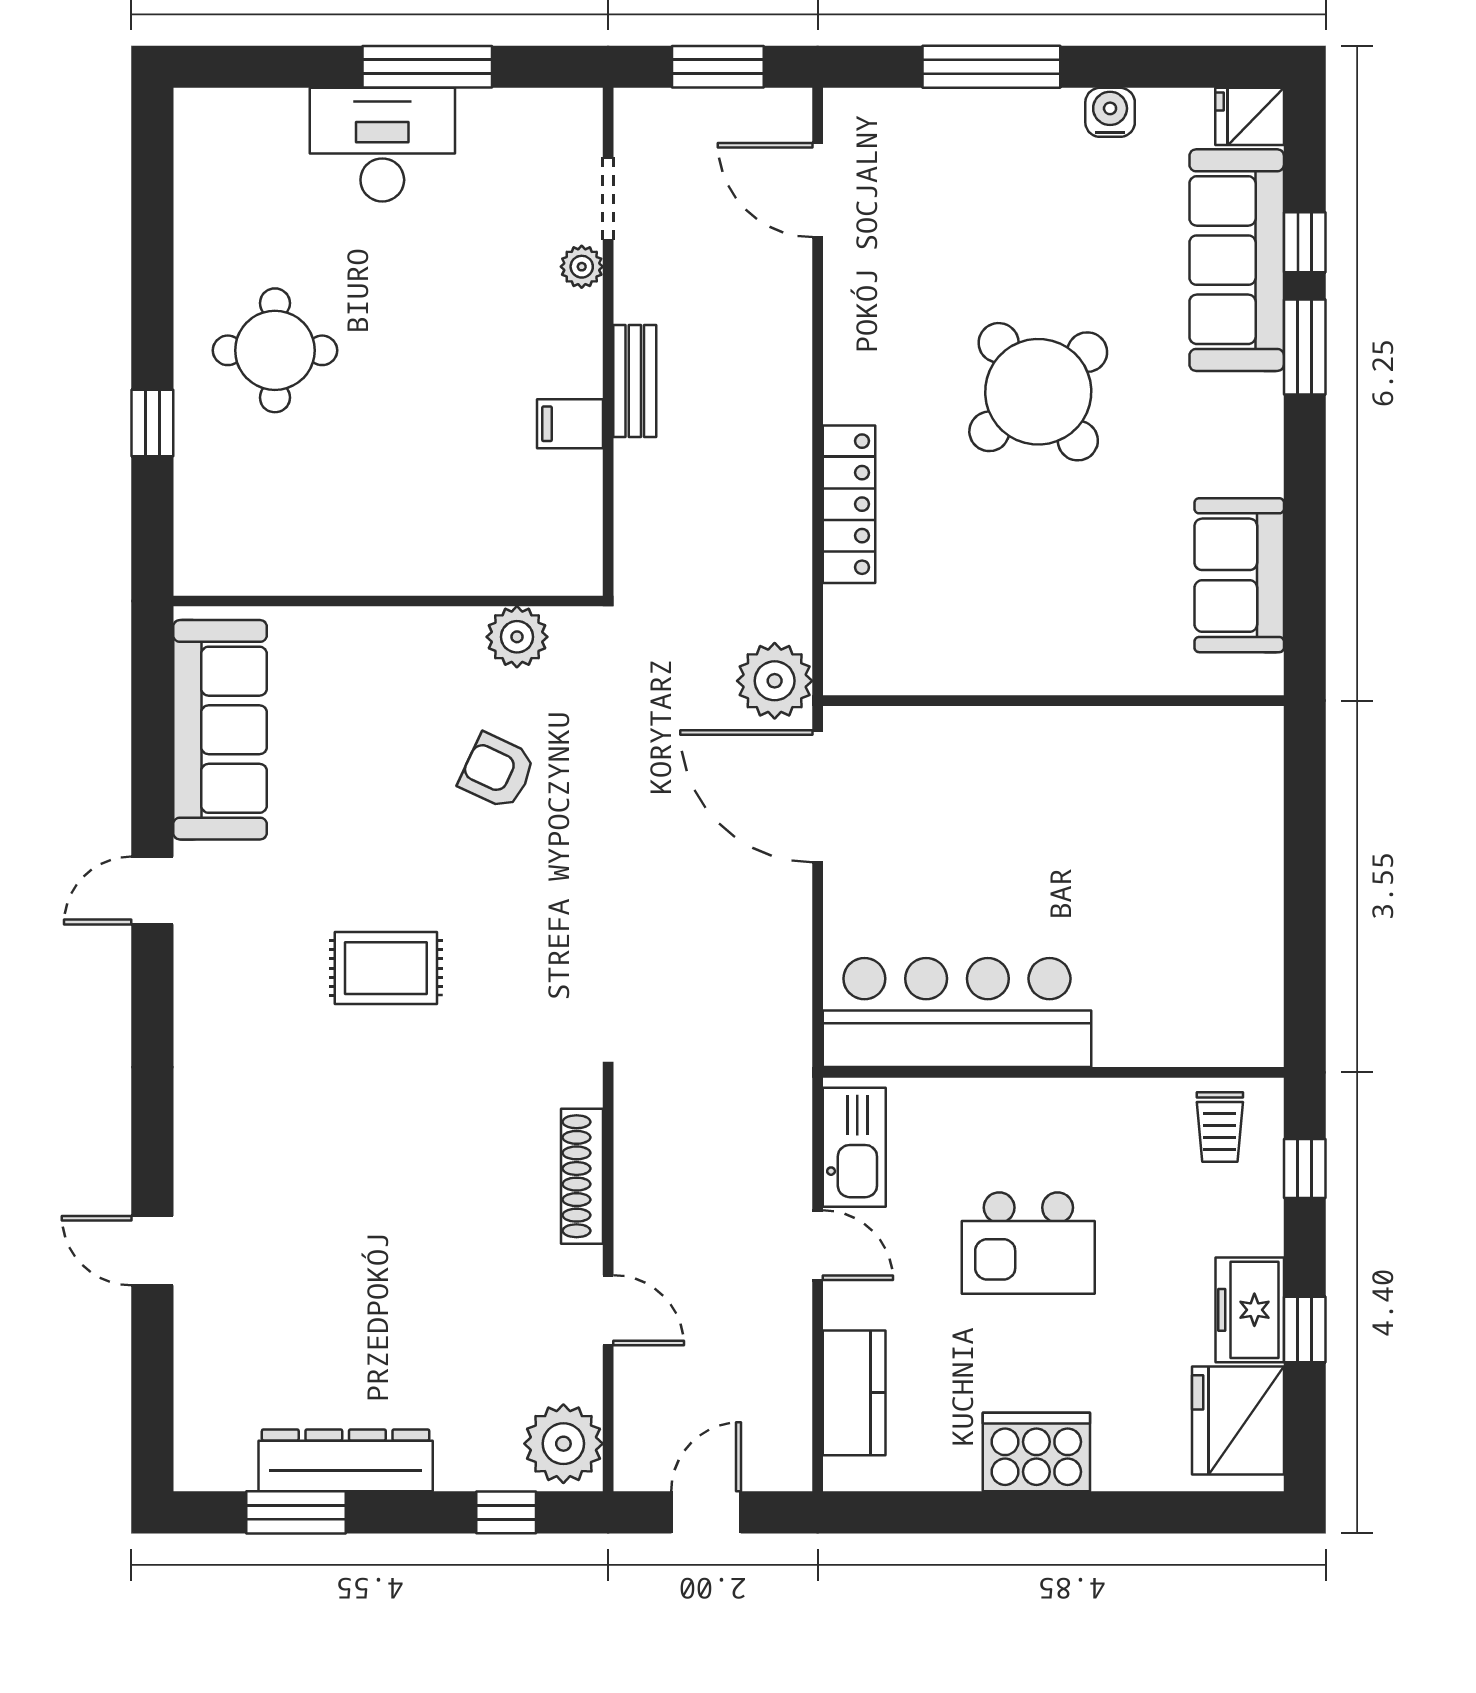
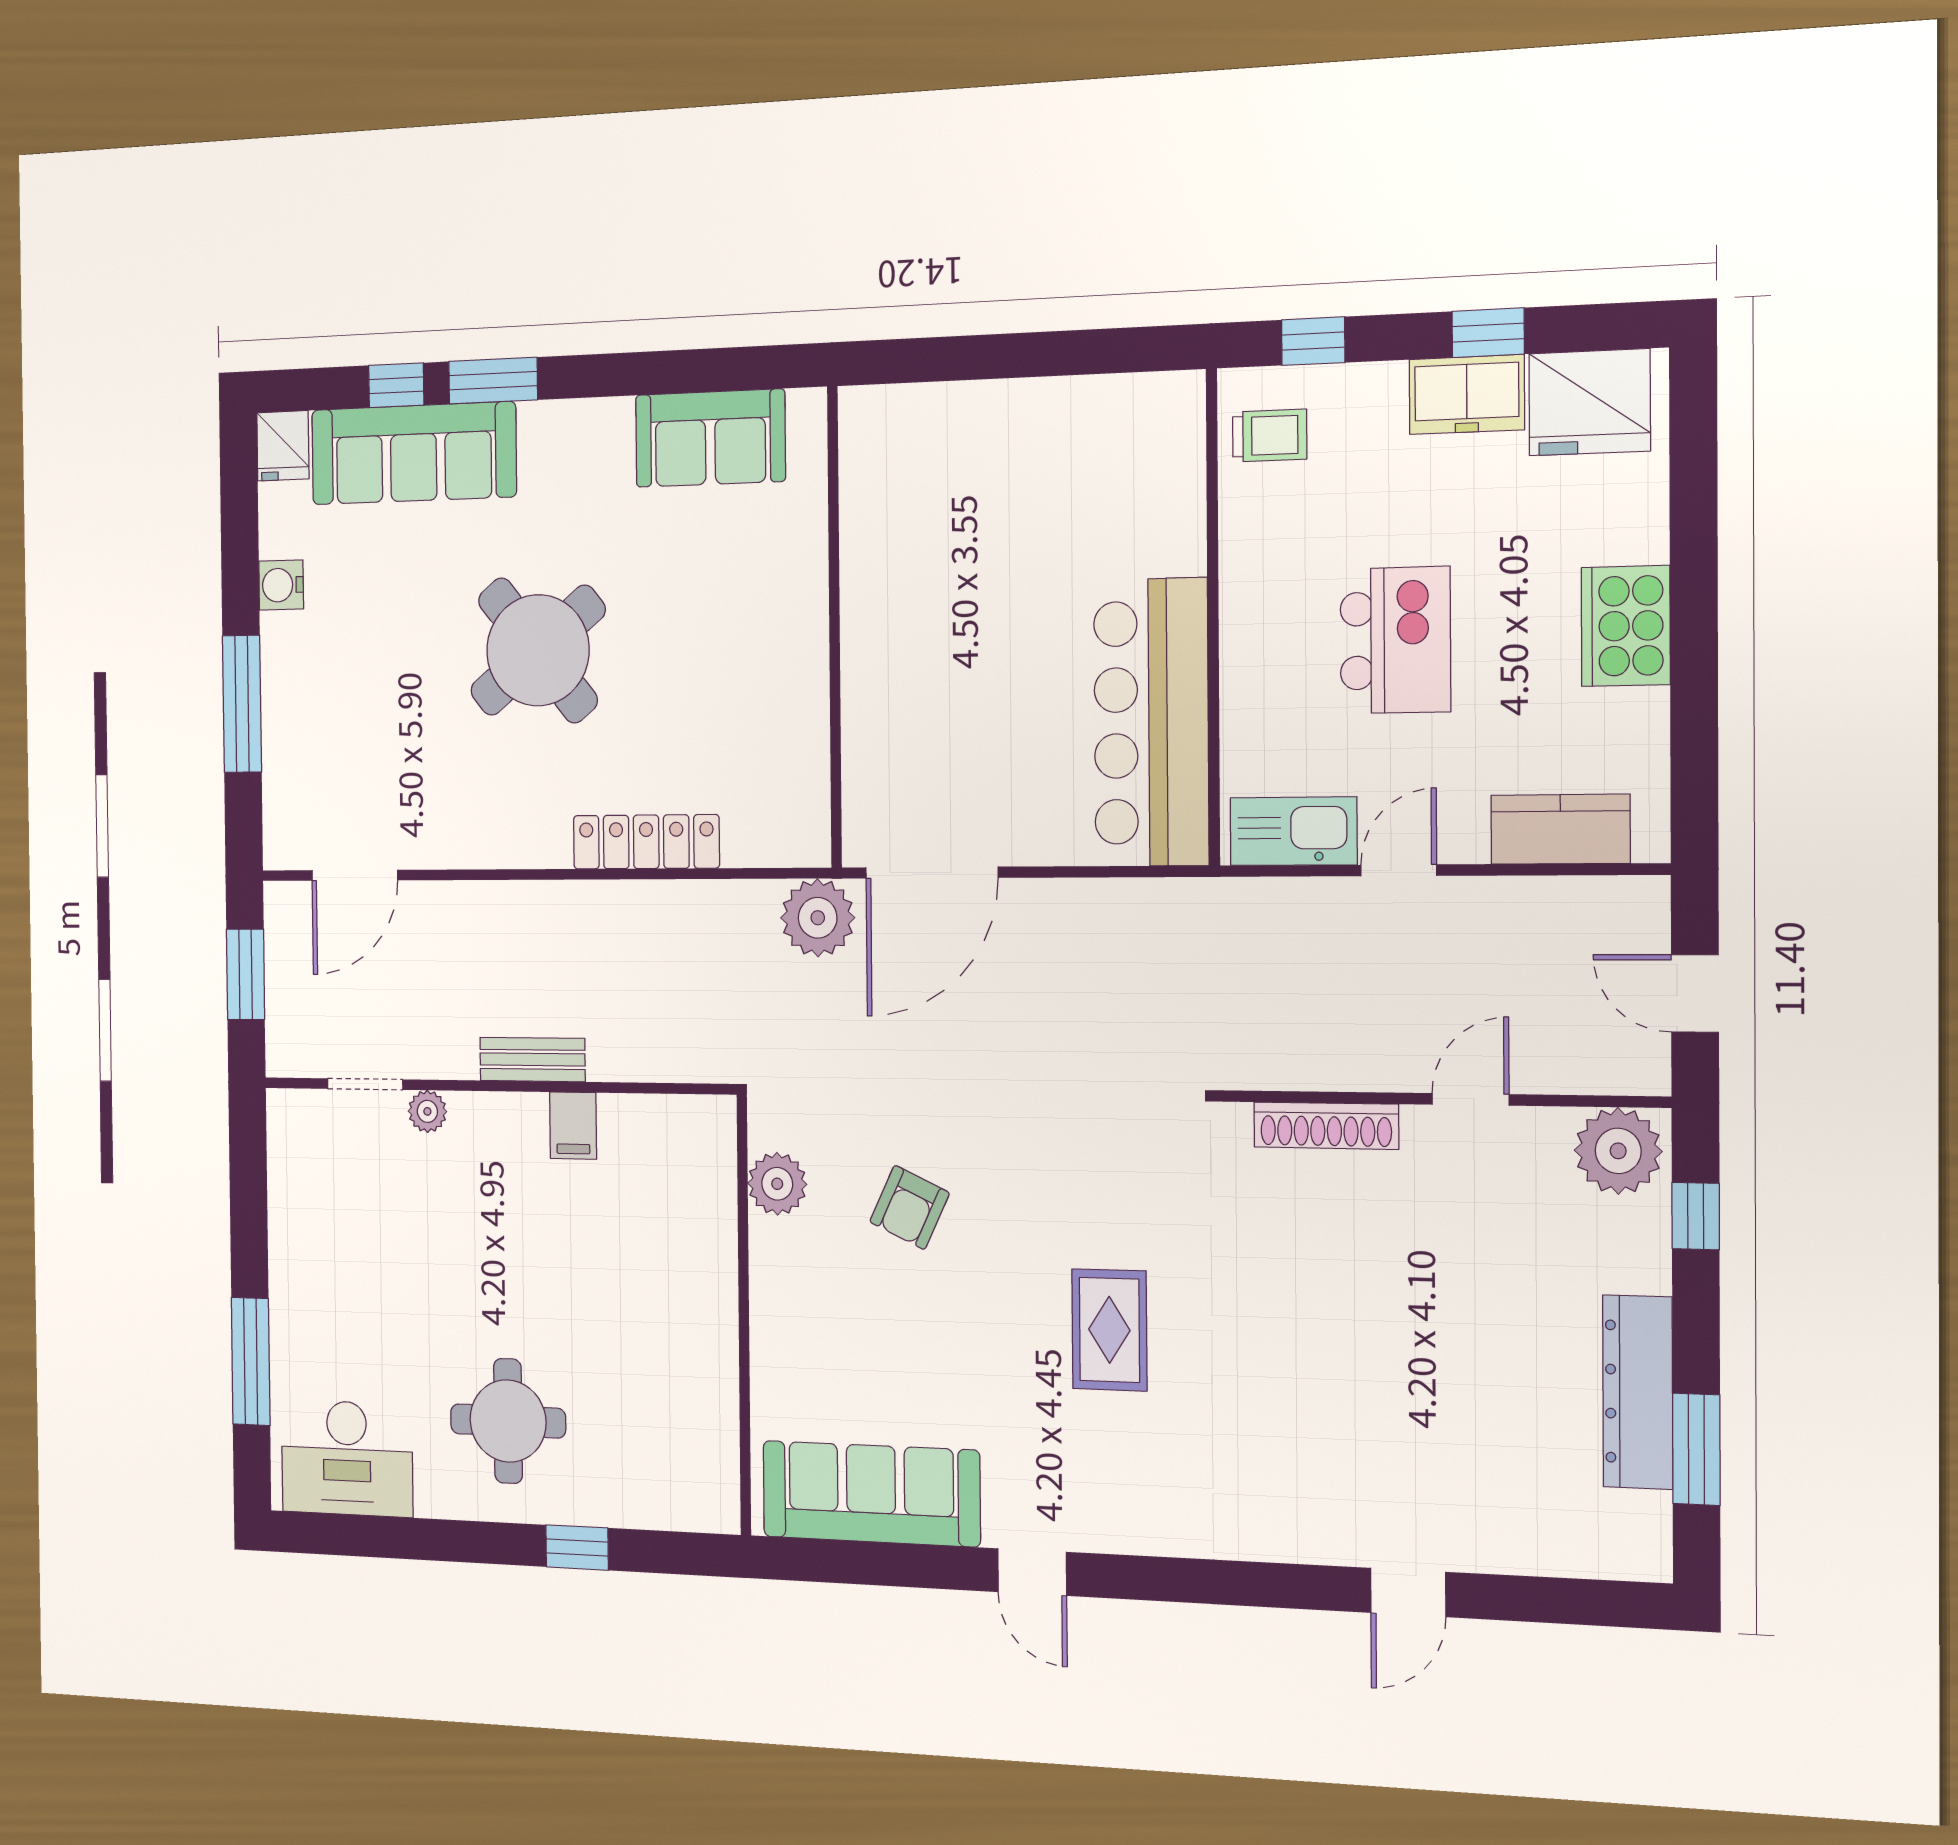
window: (427, 67) -> (251, 1361), moved
desk: (382, 145) -> (347, 1458), moved, turned -90

